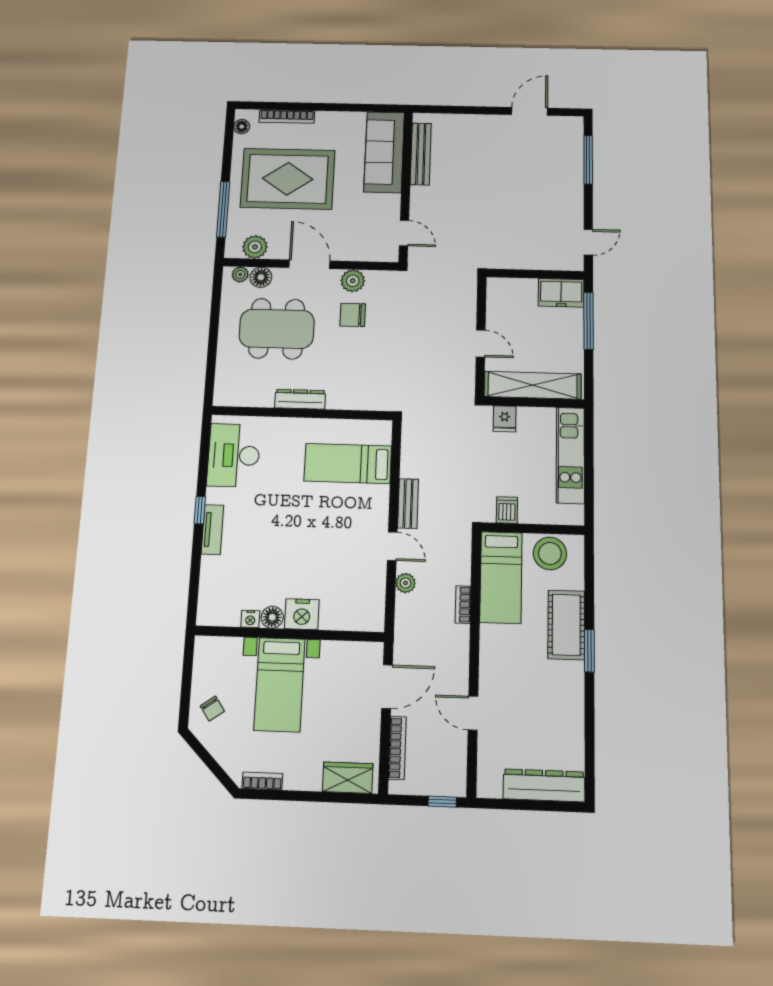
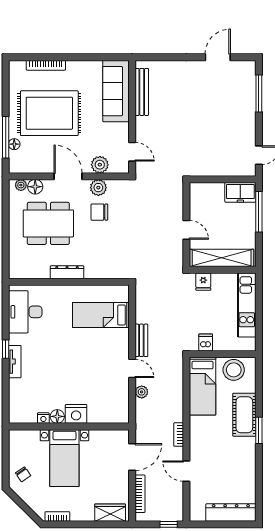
floor lamp: (242, 127) -> (14, 144), moved
plant: (255, 247) -> (100, 165), moved
bookcase: (463, 604) -> (179, 435), moved

